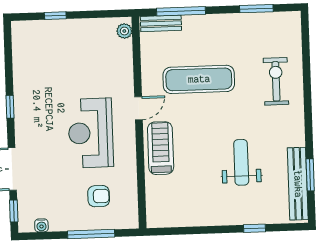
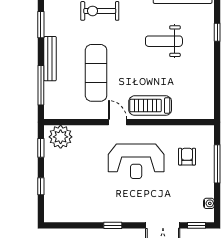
window: (103, 14) -> (41, 148), added
bench: (161, 23) -> (50, 59), moved, width x1.36
plant: (124, 31) -> (61, 137), width x1.88, depth x1.88

